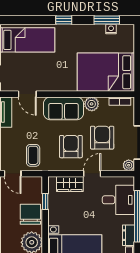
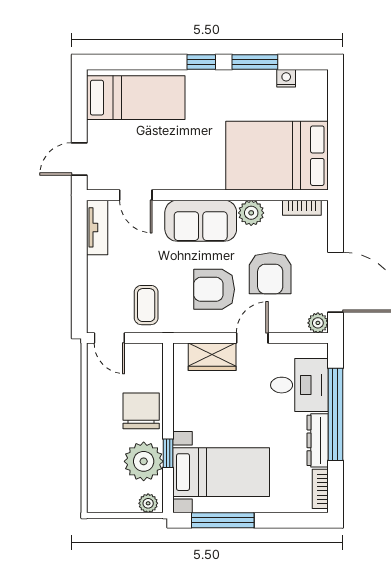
window: (107, 20) -> (255, 62), moved
armchair: (102, 138) -> (270, 273), turned 180
armchair: (71, 147) -> (214, 289), turned -90
window: (45, 202) -> (168, 453), moved
dresser: (129, 235) -> (318, 440), width x1.44

